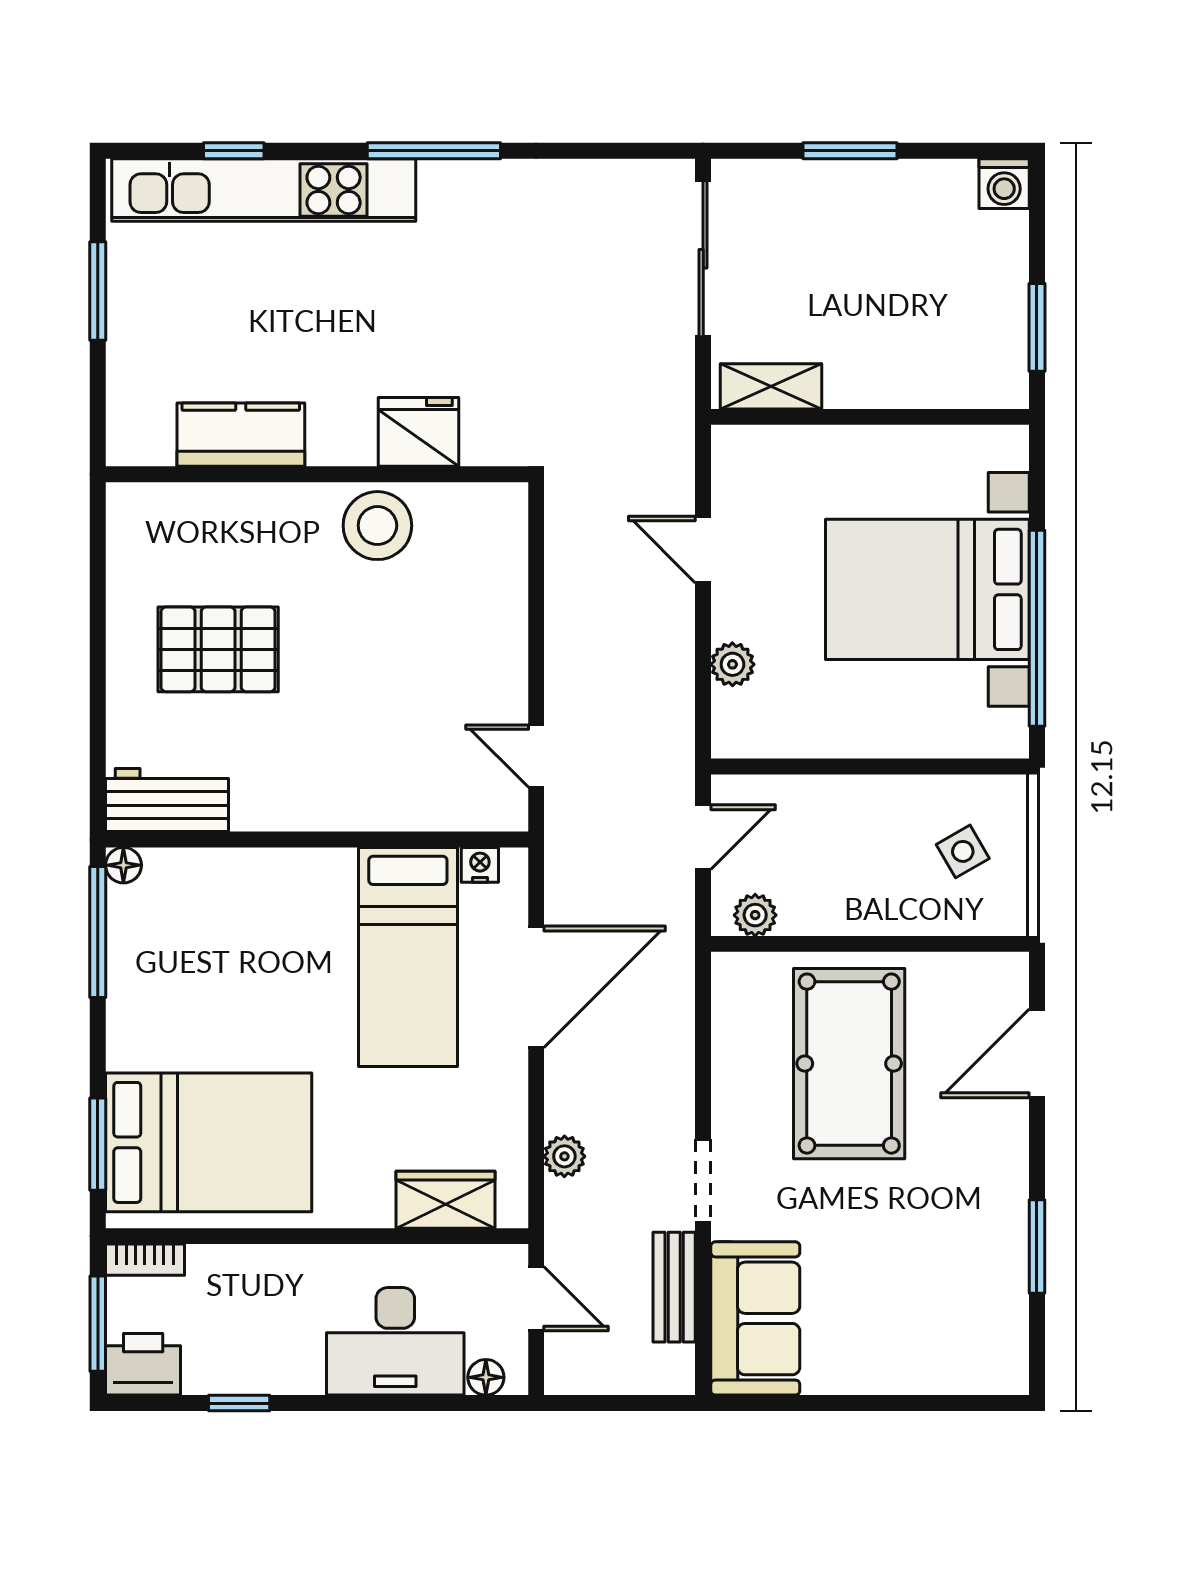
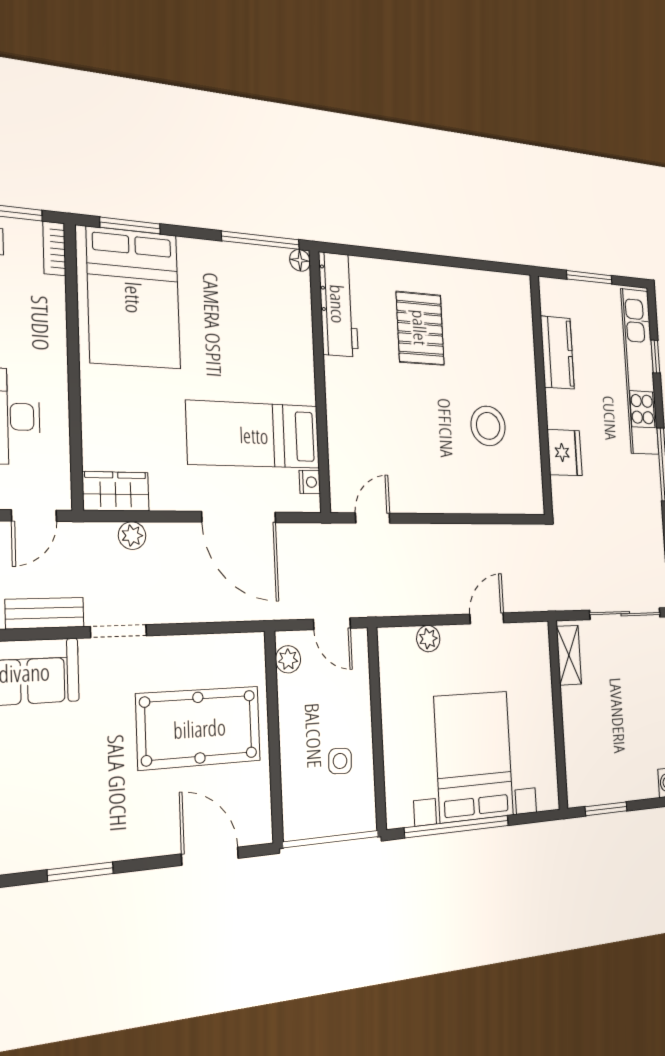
fridge: (418, 432) -> (565, 453), moved
kitchen counter: (241, 435) -> (557, 353), moved
wall: (317, 474) -> (541, 394), moved
workbench: (167, 800) -> (338, 304), width x1.38
side table: (963, 851) -> (340, 761), moved, turned 33
wardrobe: (445, 1200) -> (116, 491), moved, turned -90

